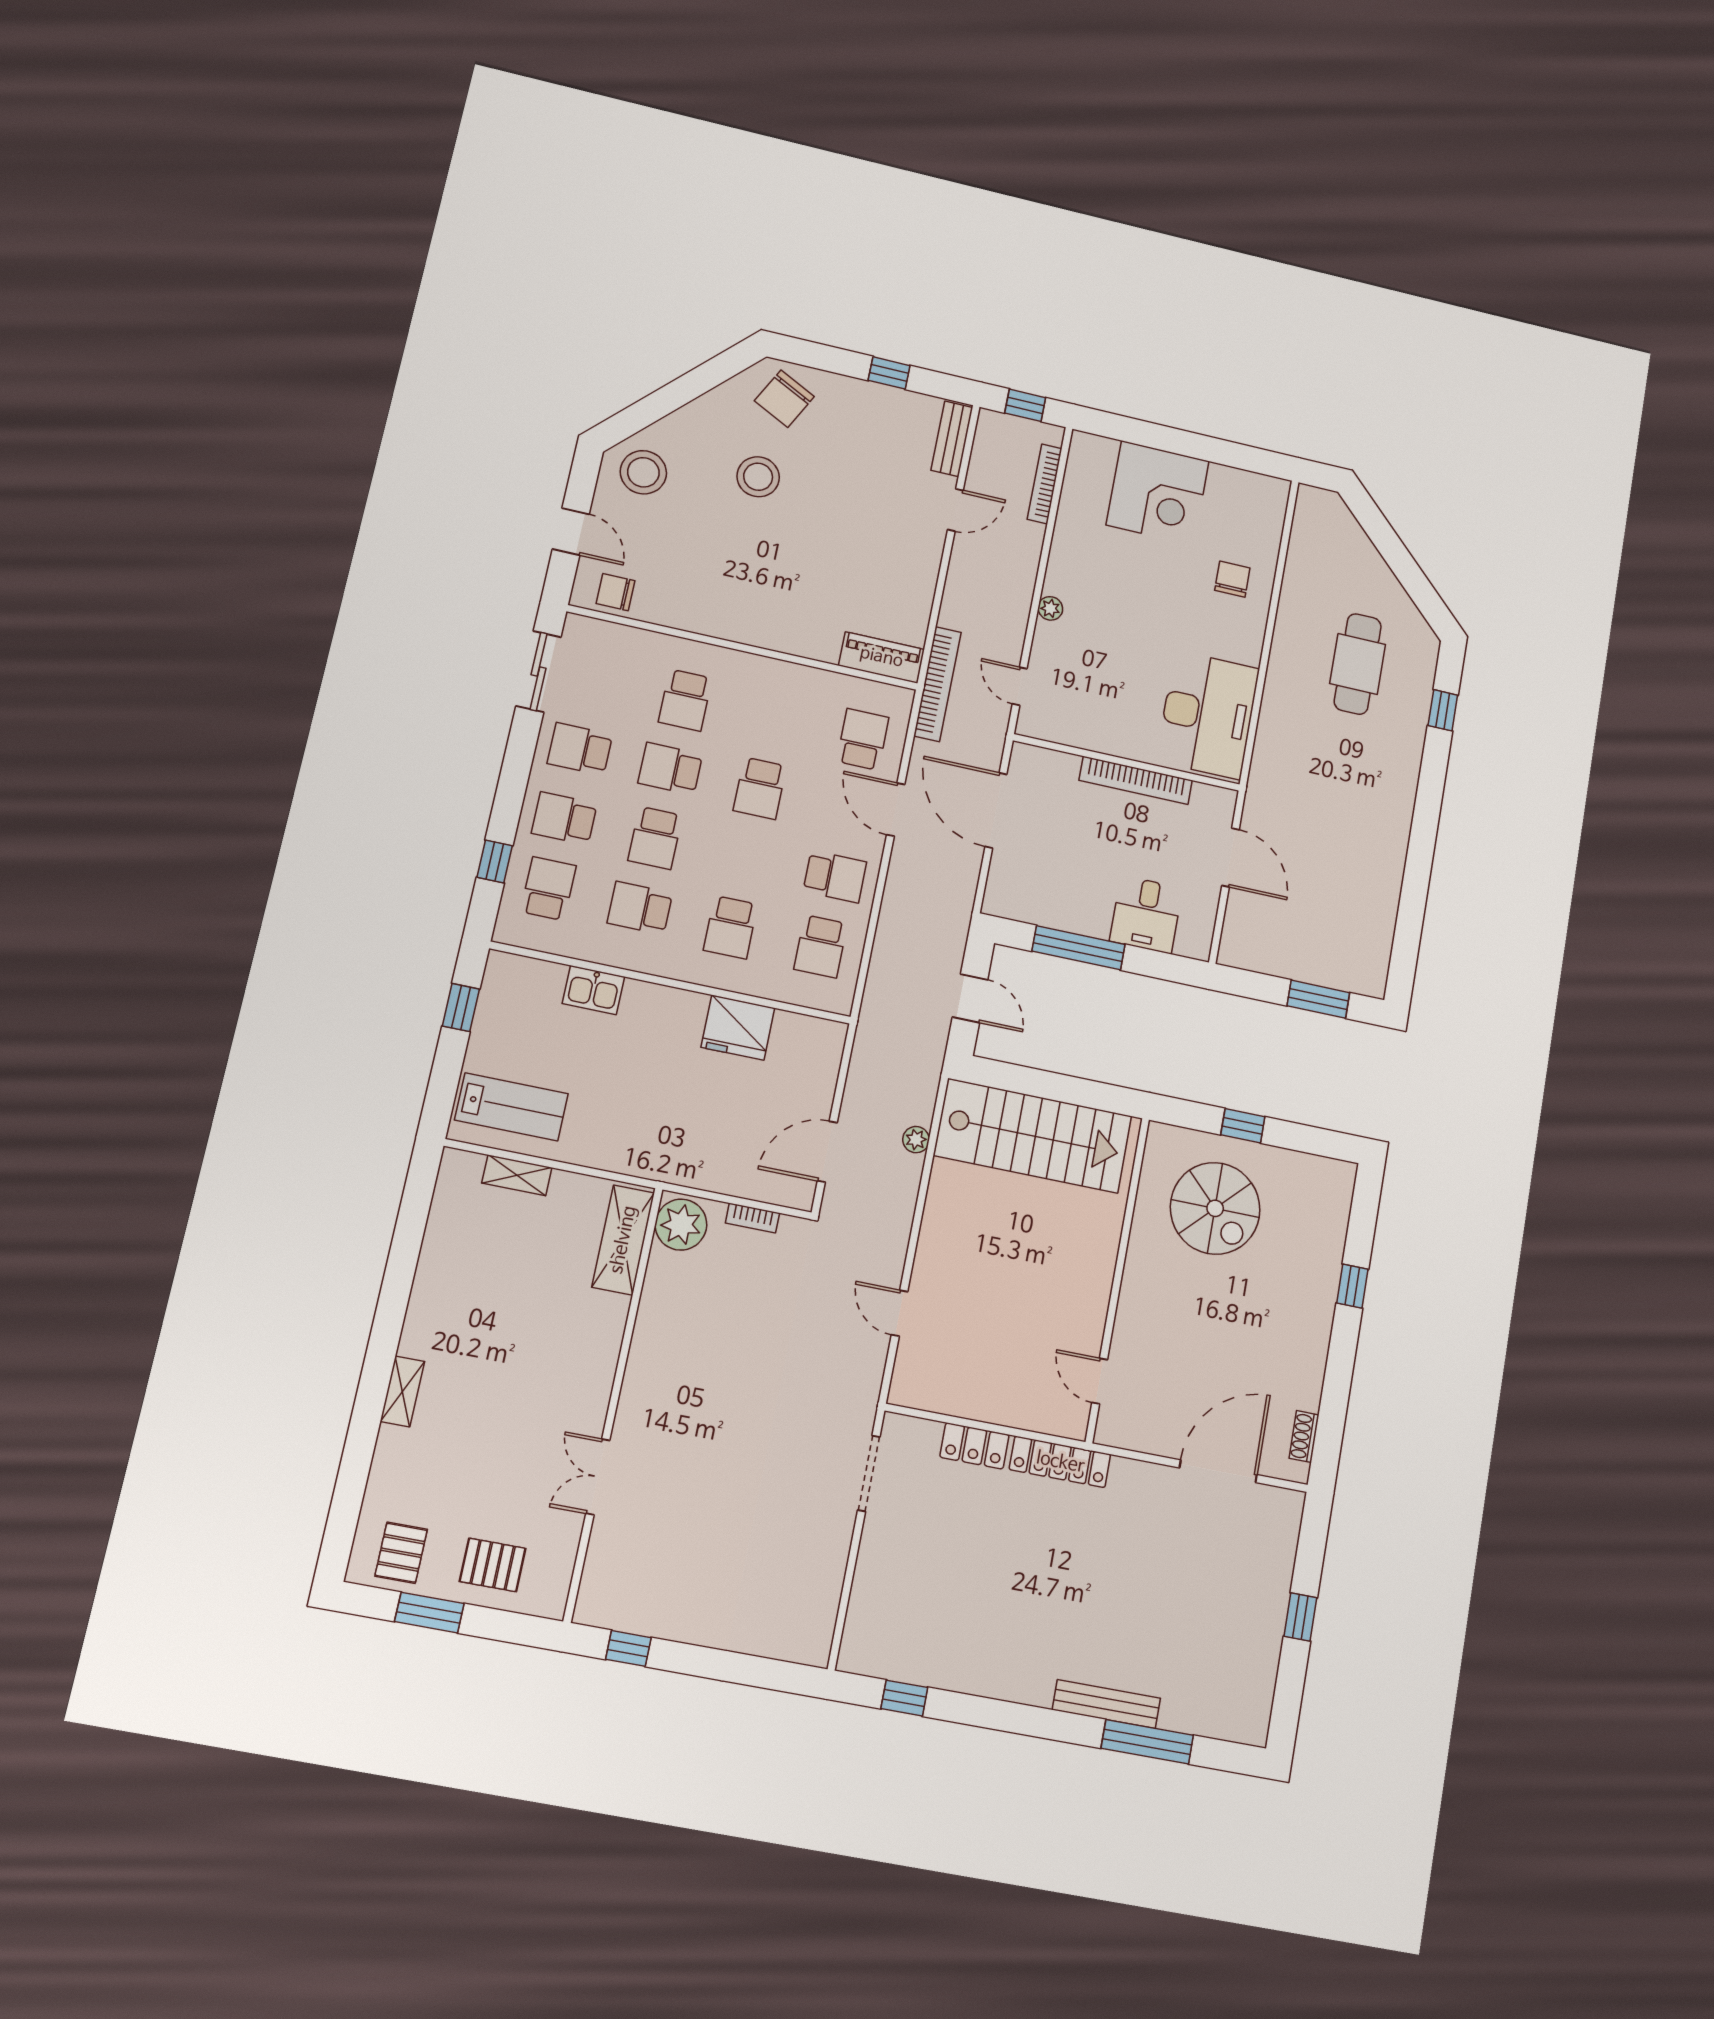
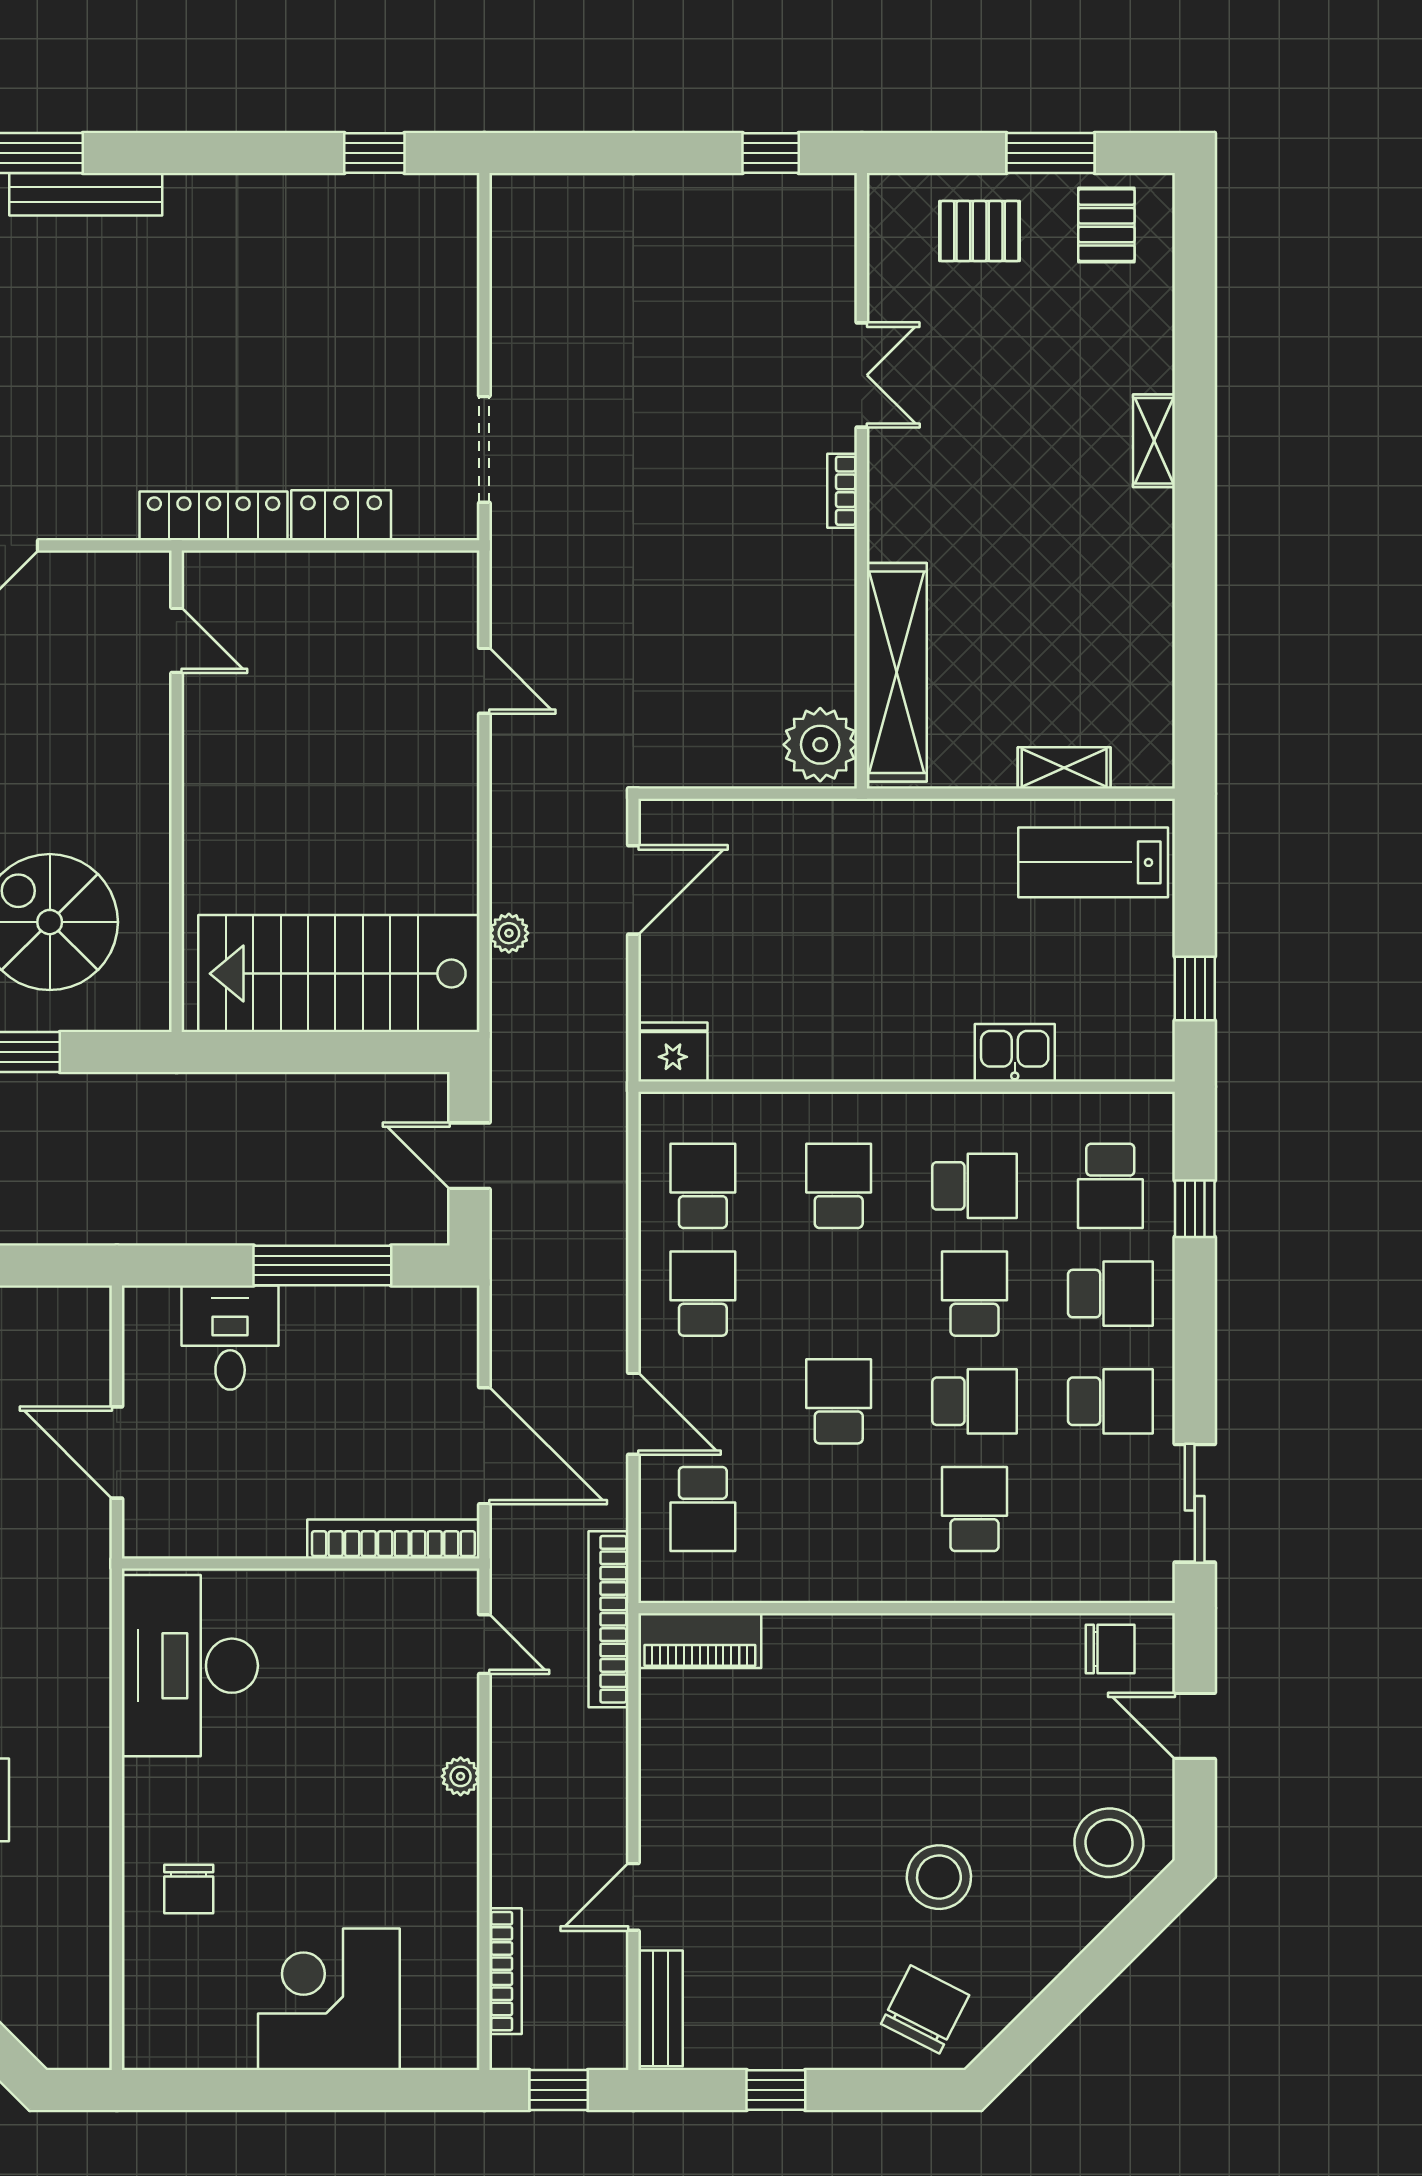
bookcase: (1136, 780) -> (393, 1539), moved
school desk: (835, 877) -> (703, 1294), turned 90
fridge: (738, 1028) -> (673, 1052), moved, width x0.73, depth x0.75
bookcase: (752, 1218) -> (842, 491), moved, turned -90
shelving: (623, 1240) -> (897, 672), width x1.47

